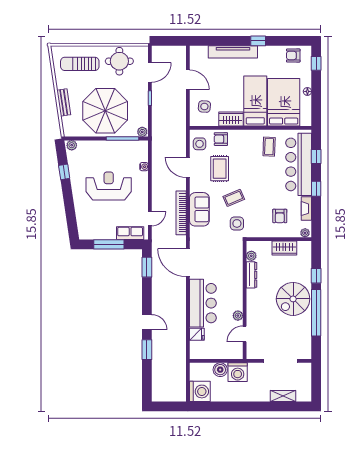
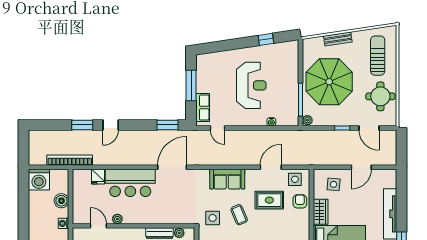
plant: (72, 145) -> (293, 47), removed
bookcase: (181, 213) -> (70, 160), moved
washing machine: (238, 372) -> (63, 223), width x0.53, depth x0.53

